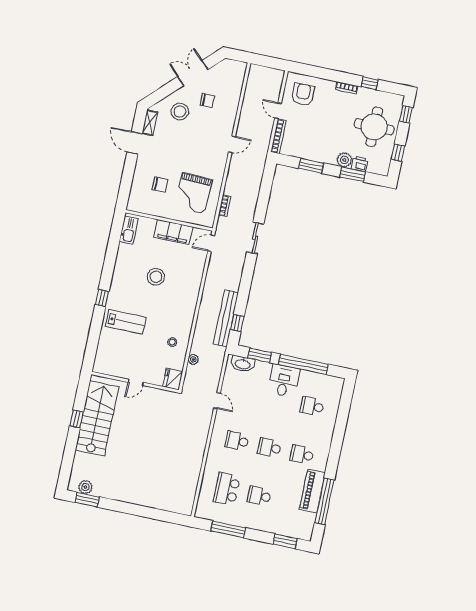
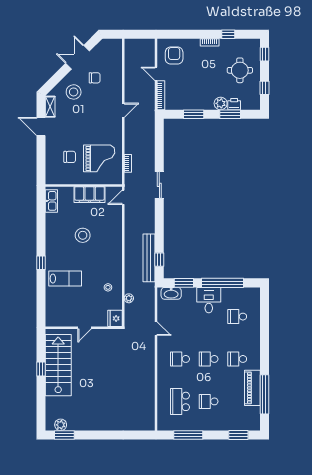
round table: (374, 127) -> (240, 70), width x0.73, depth x0.73
grand piano: (193, 193) -> (99, 158), turned -92

